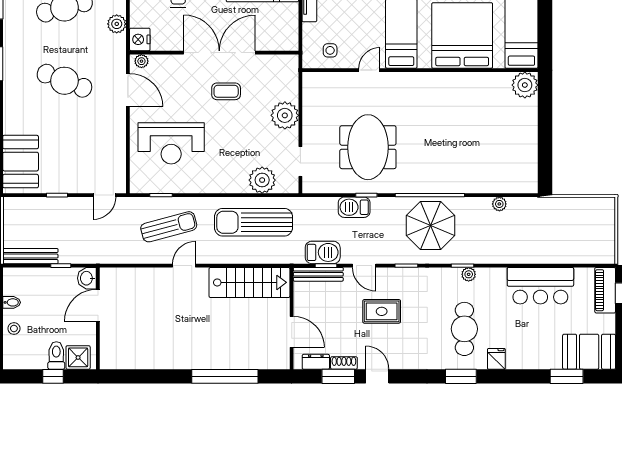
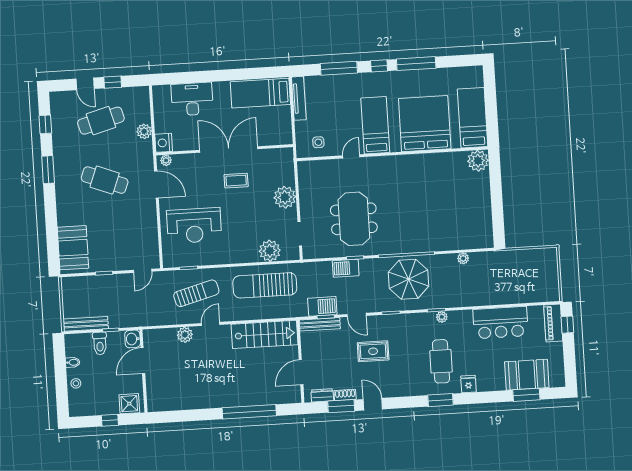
plant: (152, 277) -> (185, 335), added
door: (292, 332) -> (301, 372), swing flipped
booth: (589, 352) -> (527, 375), moved
toilet: (56, 355) -> (100, 343), moved, turned 180

